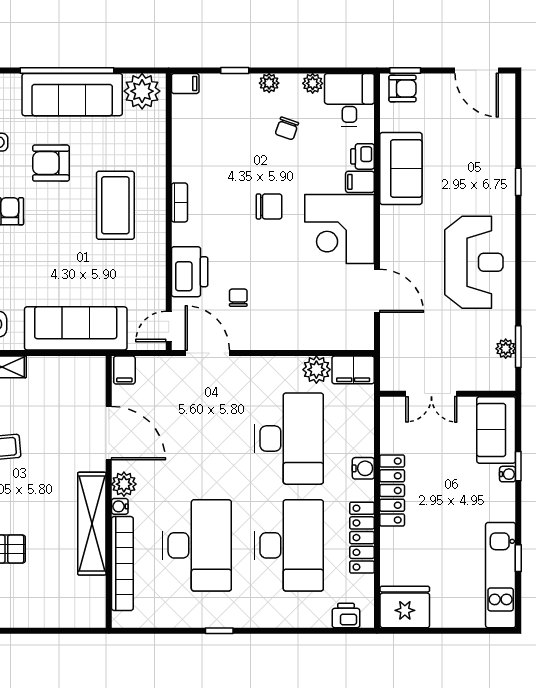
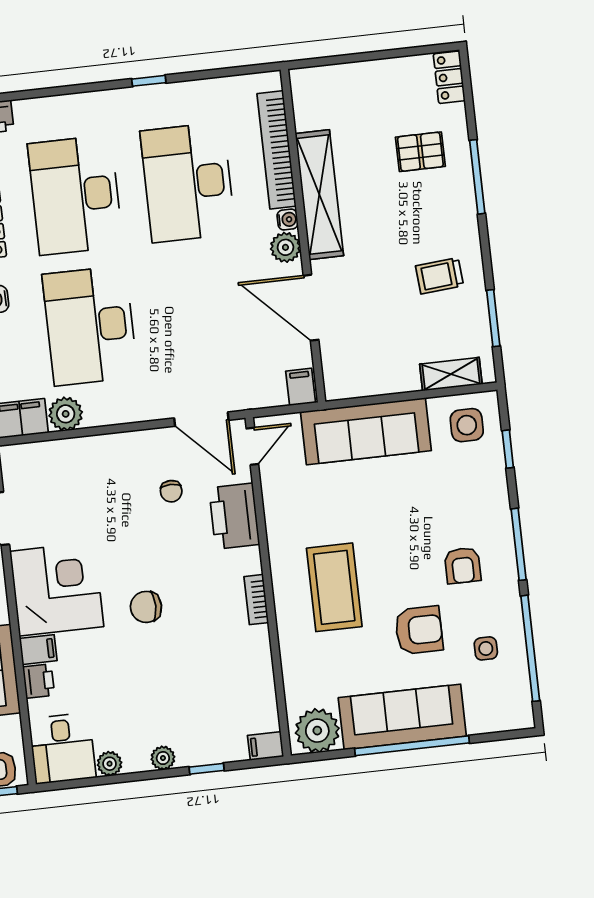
chair: (287, 128) -> (135, 705), removed

